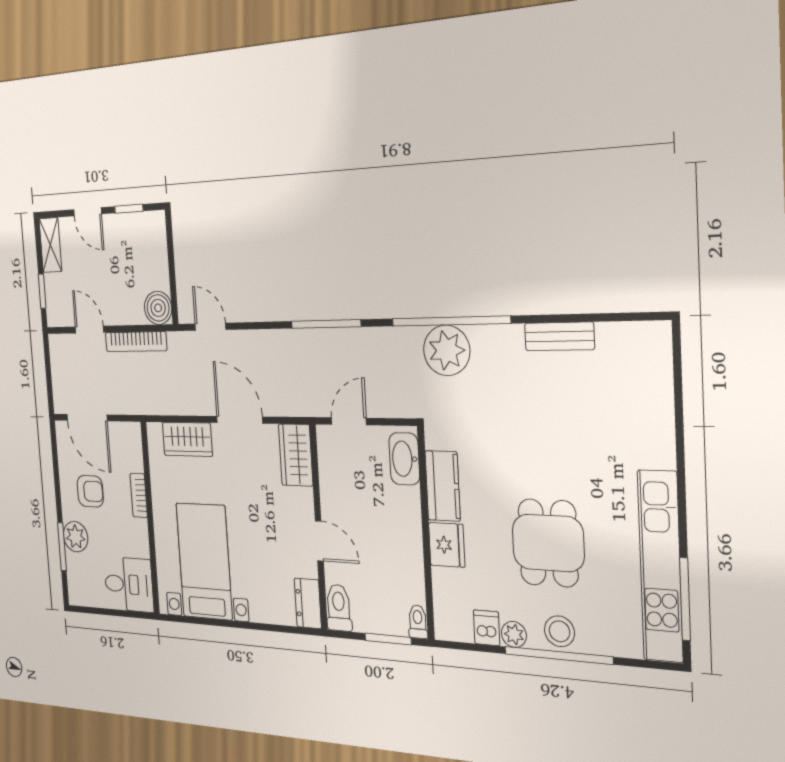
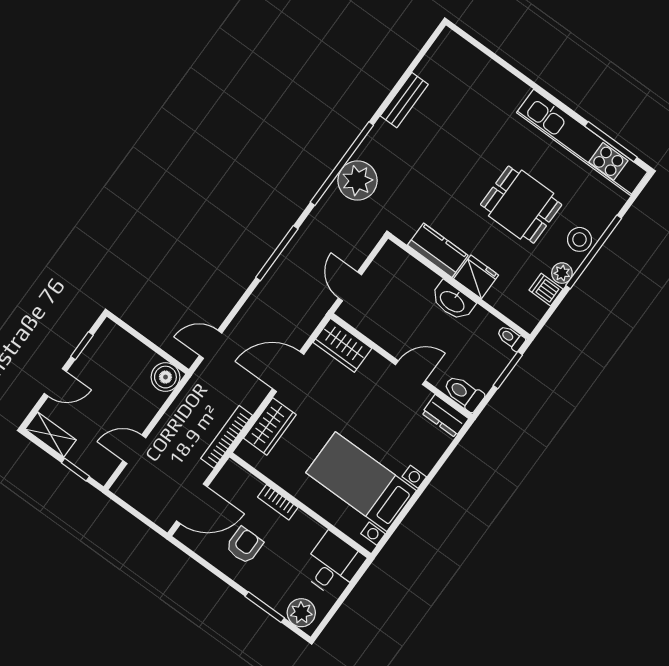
bookcase: (136, 342) -> (227, 437), moved, turned 180
washbasin: (404, 459) -> (453, 301), moved
plant: (76, 537) -> (301, 613), moved

